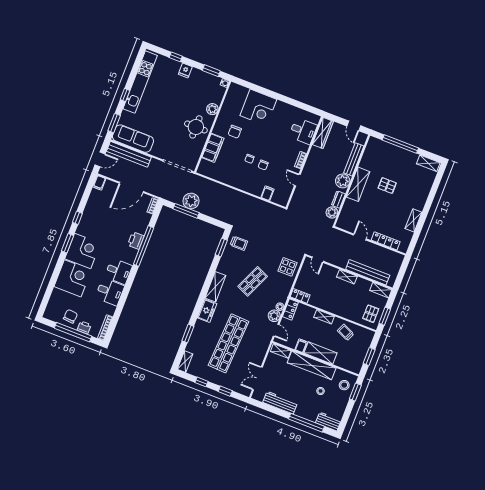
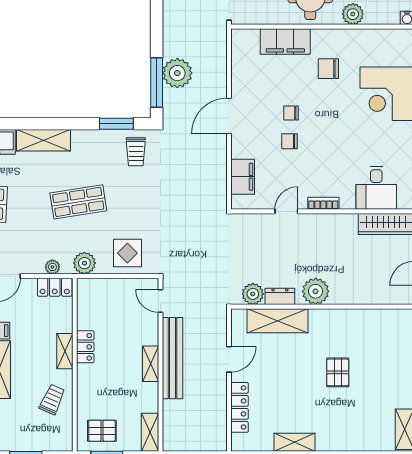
bench: (354, 159) -> (361, 296), removed
shelving: (358, 184) -> (278, 321), moved
door: (239, 190) -> (229, 116), added
filing cabinet: (267, 193) -> (243, 177), width x2.00
plant: (191, 201) -> (177, 73), moved
window: (186, 211) -> (157, 82), moved
door: (318, 260) -> (160, 301), hinge flipped
bench: (368, 272) -> (173, 358), moved
shop shelf: (253, 281) -> (78, 202), turned -33
locker: (300, 296) -> (85, 347), moved
plant: (274, 316) -> (84, 263), moved

